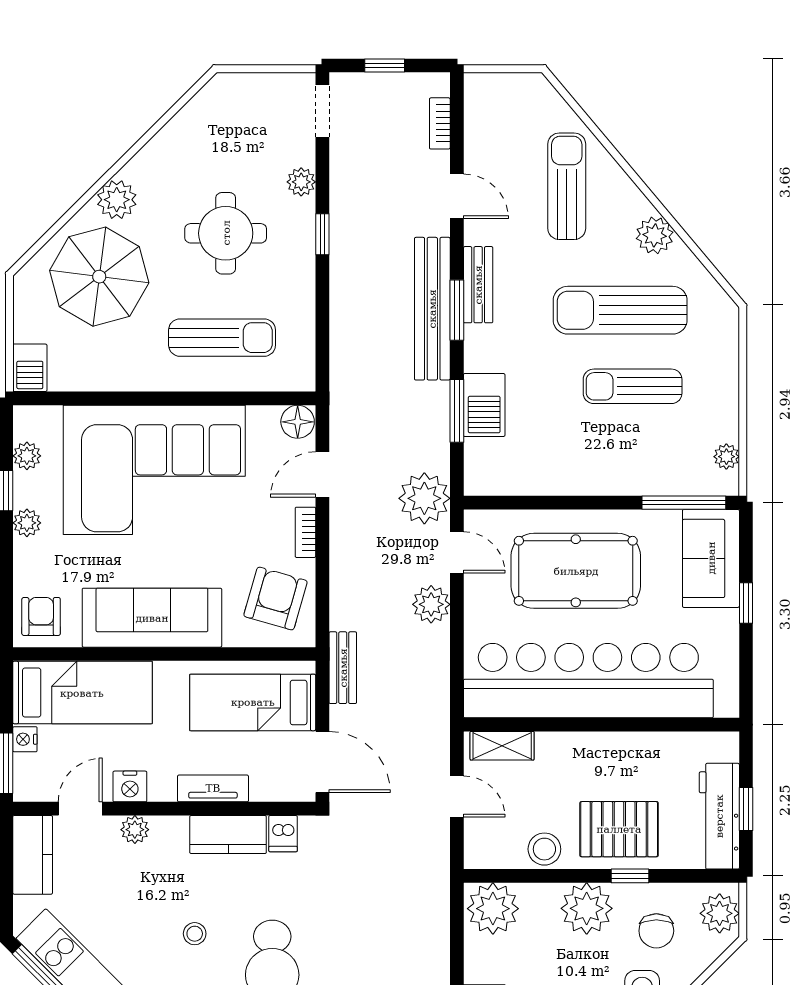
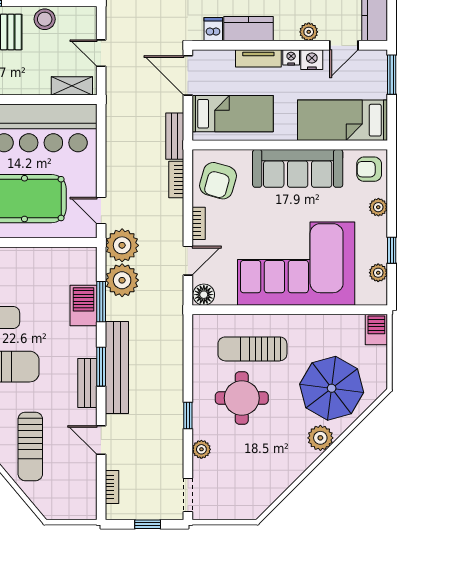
round table: (226, 233) -> (242, 398), moved
plant: (27, 523) -> (378, 207), moved
bookcase: (340, 600) -> (176, 179), added
plant: (431, 604) -> (122, 280), moved, width x1.36, depth x1.36
armchair: (41, 616) -> (369, 169), turned 90
nightstand: (25, 739) -> (291, 57), moved, turned -90

